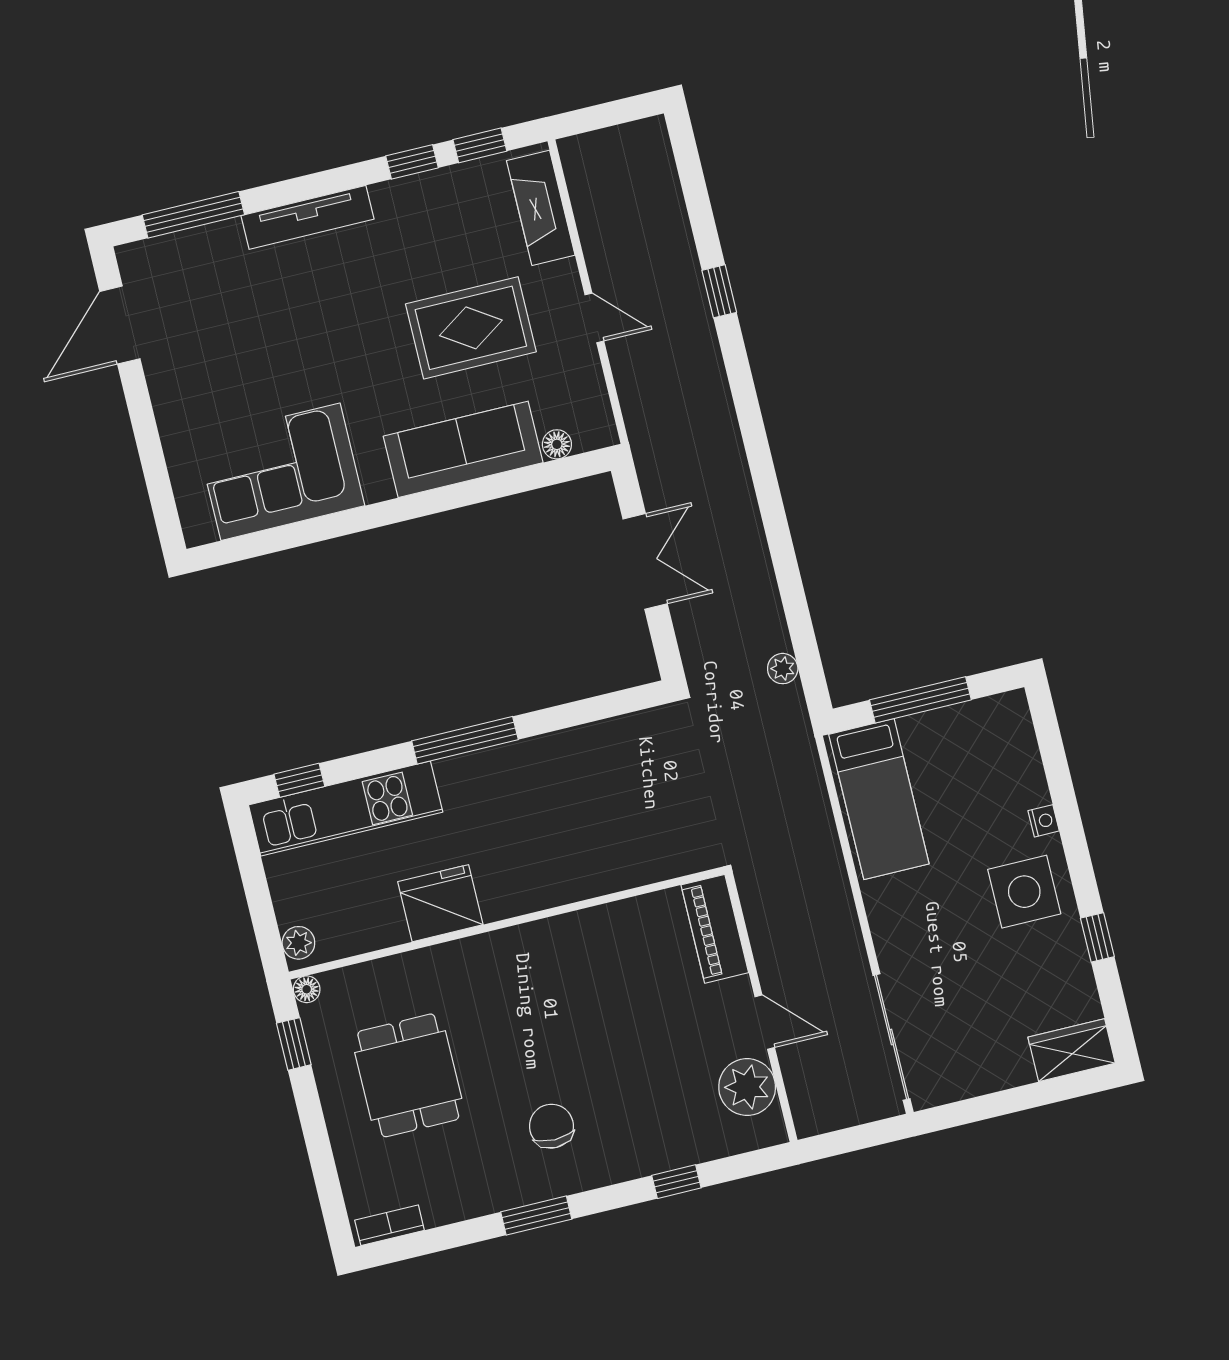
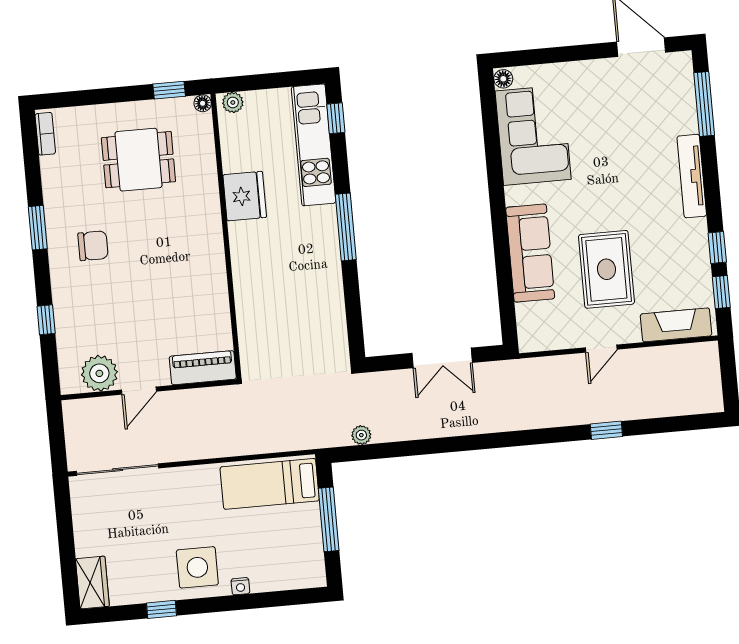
floor lamp: (557, 444) -> (503, 79), moved

